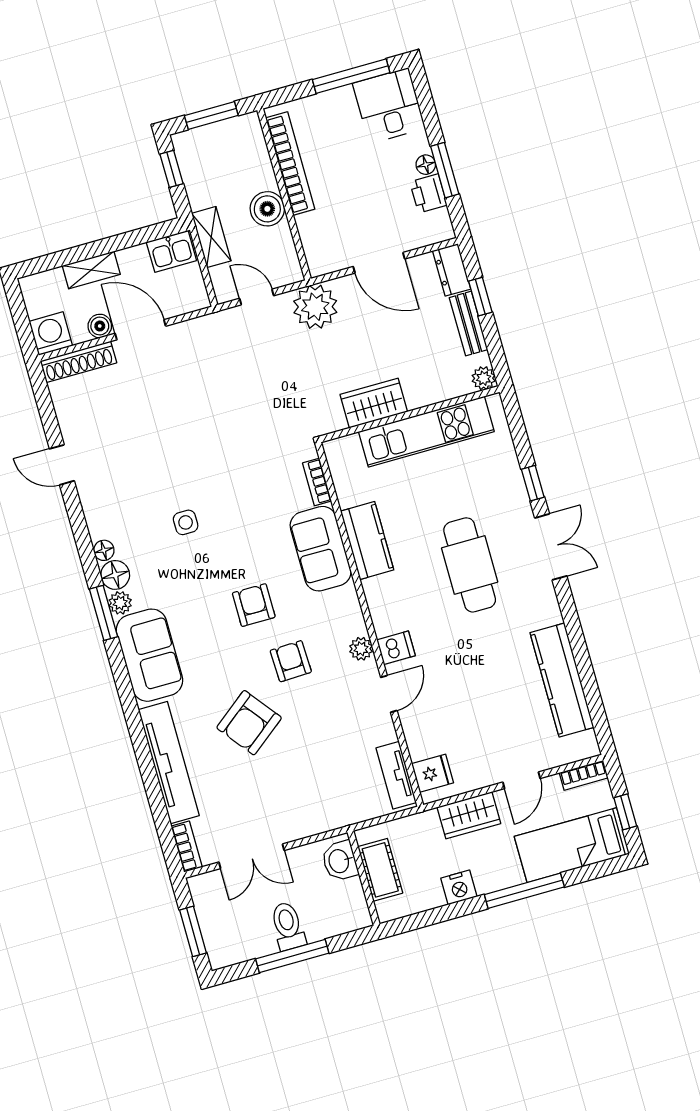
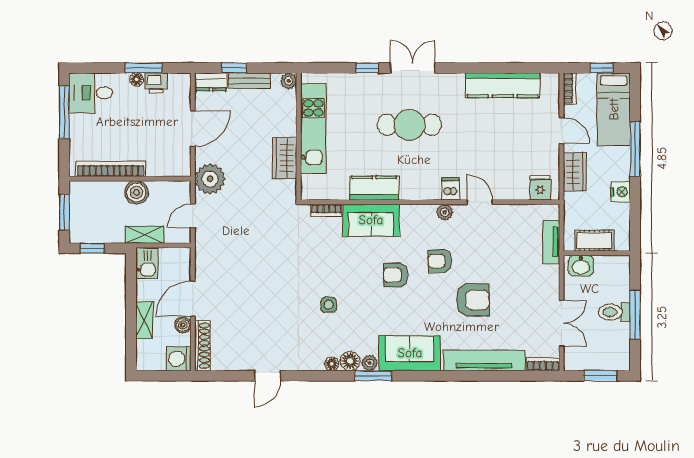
armchair: (249, 723) -> (473, 300), turned -52
tv unit: (396, 775) -> (551, 242), moved, turned 90

